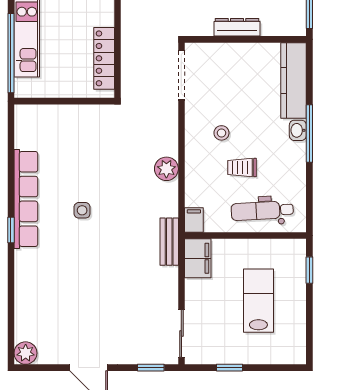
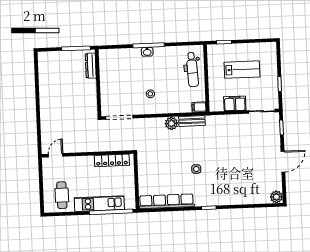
dresser: (237, 27) -> (91, 66), moved
kitchen counter: (294, 80) -> (120, 55), removed
trolley: (242, 167) -> (169, 82), removed
row of seats: (26, 199) -> (166, 201), moved
bench: (169, 242) -> (192, 121), moved
filing cabinet: (198, 258) -> (235, 103), moved
lab bench: (258, 301) -> (242, 70), turned 180

